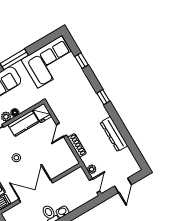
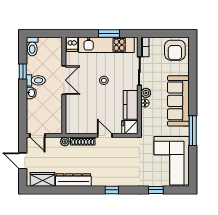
wardrobe: (129, 160) -> (42, 179), added
plant: (92, 169) -> (65, 142), moved
double door: (36, 191) -> (64, 80), width x0.73

